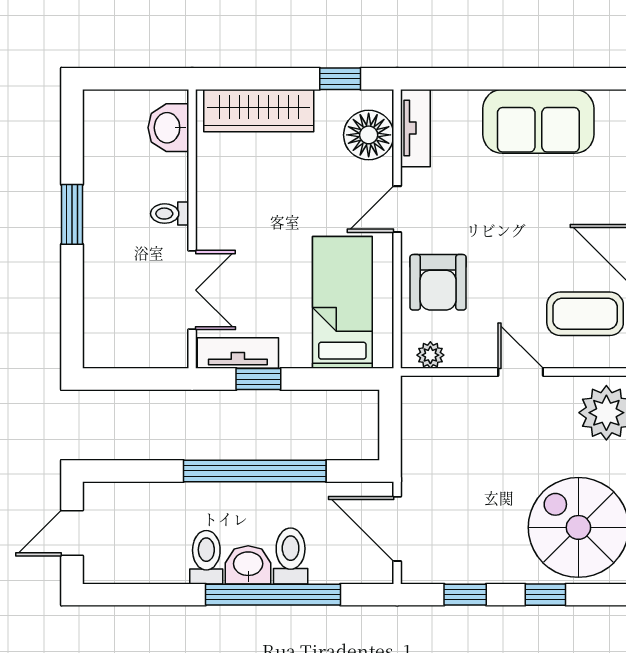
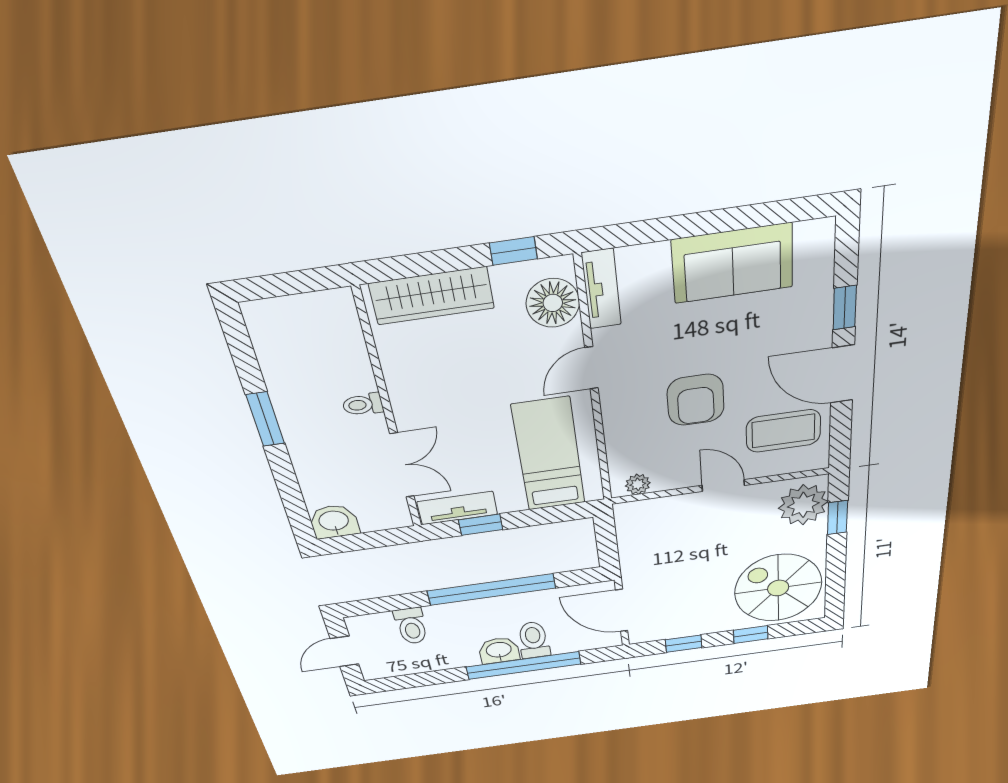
washbasin: (168, 128) -> (334, 522), moved, turned 90
armchair: (438, 282) -> (696, 400), moved
toilet: (206, 557) -> (411, 626), moved, turned 180

